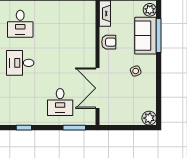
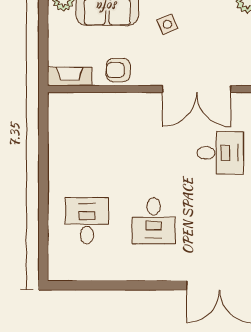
desk: (20, 24) -> (87, 221), turned -90
armchair: (109, 42) -> (118, 70), turned -90

